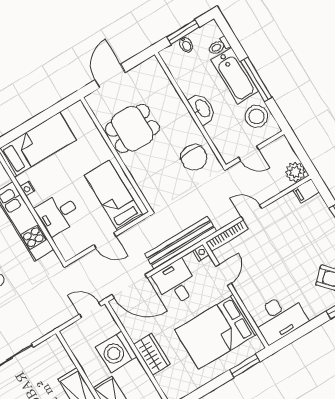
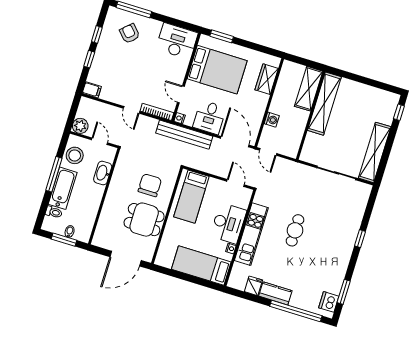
door: (110, 76) -> (126, 259), width x1.36
washbasin: (202, 109) -> (103, 173), moved
chair: (194, 157) -> (150, 185), moved
plant: (295, 172) -> (80, 126), moved
desk: (58, 214) -> (228, 223), width x1.37
door: (105, 241) -> (235, 183), moved
door: (223, 275) -> (181, 94), hinge flipped
washing machine: (116, 352) -> (272, 120), width x0.53, depth x0.53
wardrobe: (152, 354) -> (267, 79), moved

